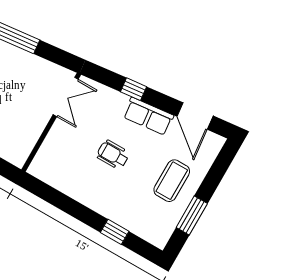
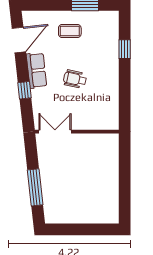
wheelchair: (113, 155) -> (75, 79), turned 102
coffee table: (172, 181) -> (70, 31), width x0.73, depth x0.77

